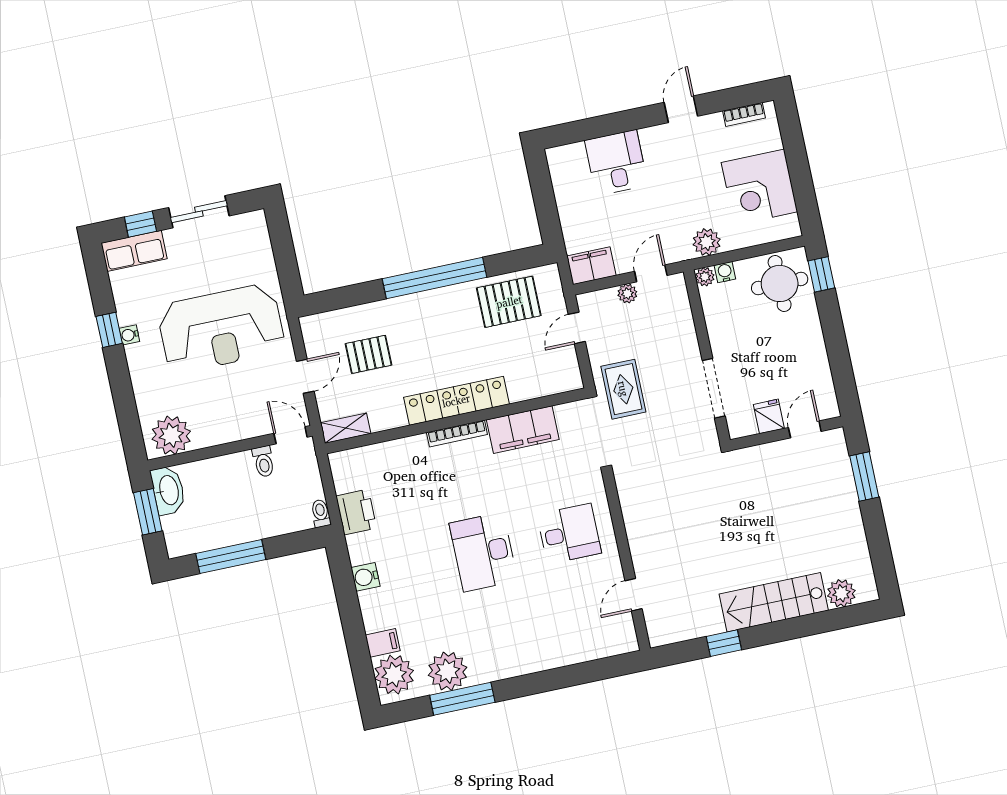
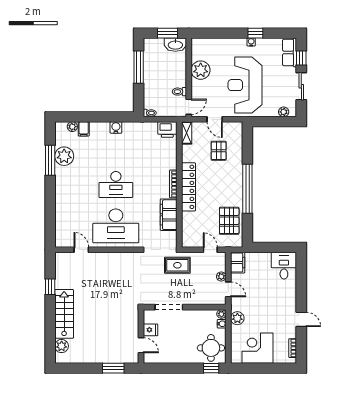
desk: (616, 163) -> (284, 266), moved, turned -90
plant: (260, 237) -> (284, 112), added
plant: (171, 435) -> (201, 70), moved
printer: (356, 512) -> (167, 130), moved
desk: (569, 534) -> (116, 226), width x1.87, depth x1.30
desk: (483, 552) -> (116, 184), turned 180
plant: (394, 675) -> (72, 127), width x0.53, depth x0.53

